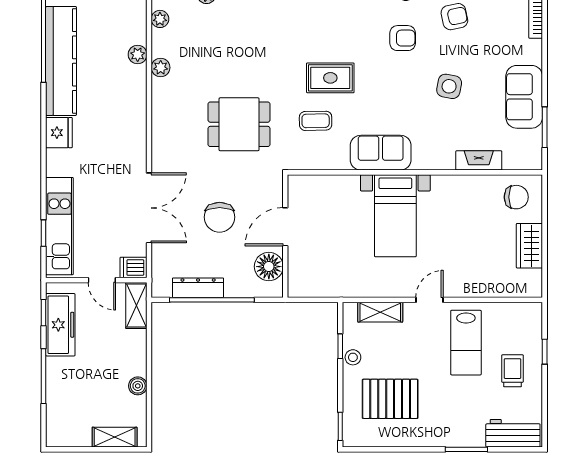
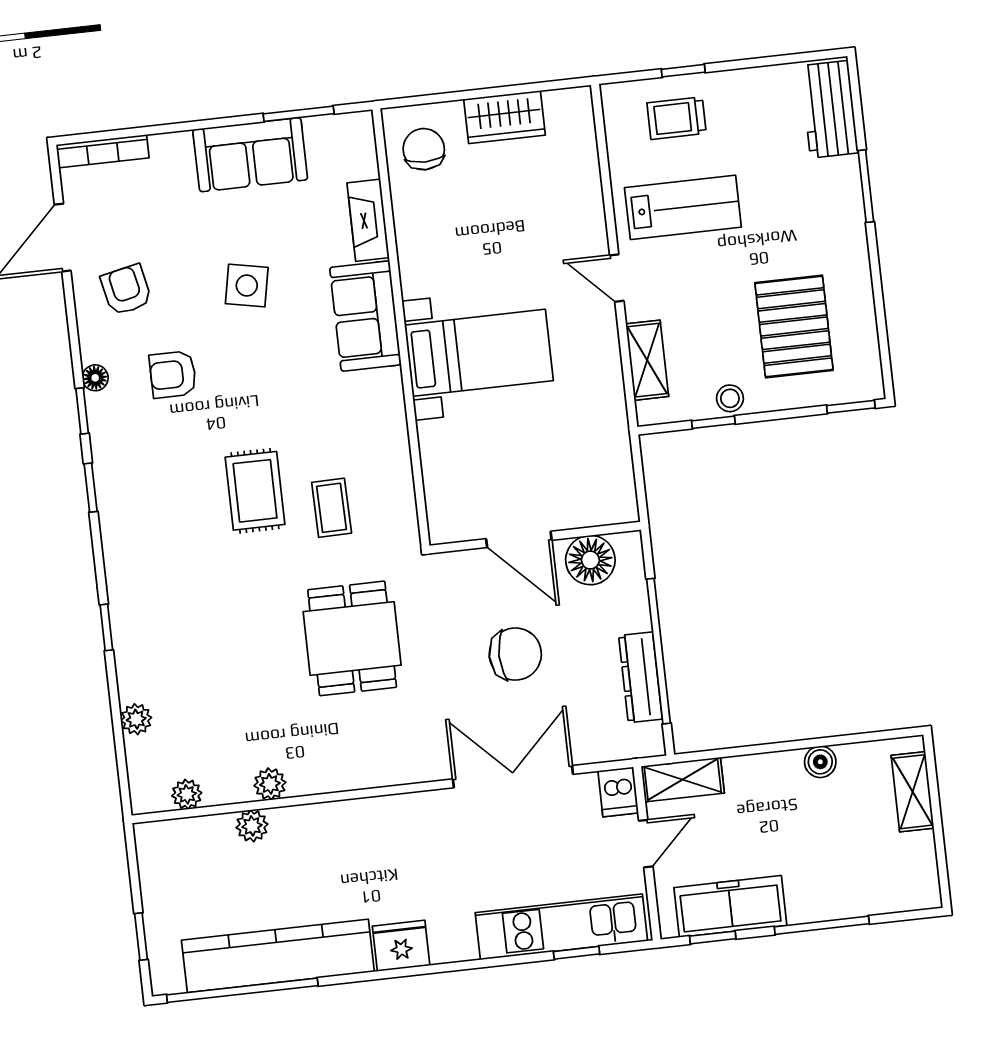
armchair: (403, 38) -> (173, 374), turned -90
sofa: (381, 153) -> (365, 316), moved
trolley: (512, 371) -> (677, 118), moved

